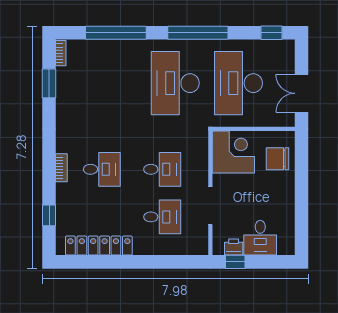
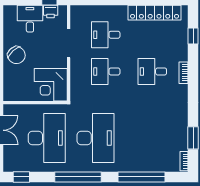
chair: (278, 159) -> (16, 55), moved, turned 47

